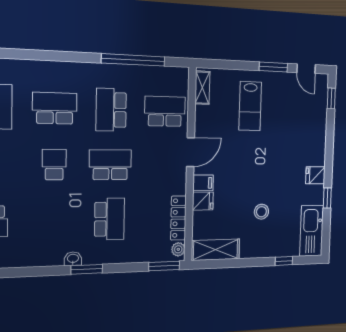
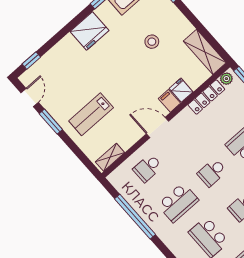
lab bench: (250, 106) -> (91, 114), turned 180
school desk: (165, 111) -> (148, 168), width x0.54
school desk: (110, 165) -> (212, 172), width x0.54
fridge: (315, 175) -> (89, 31), width x1.88, depth x1.34

